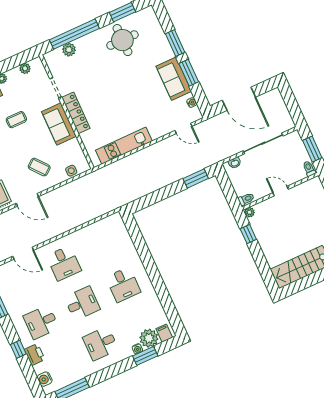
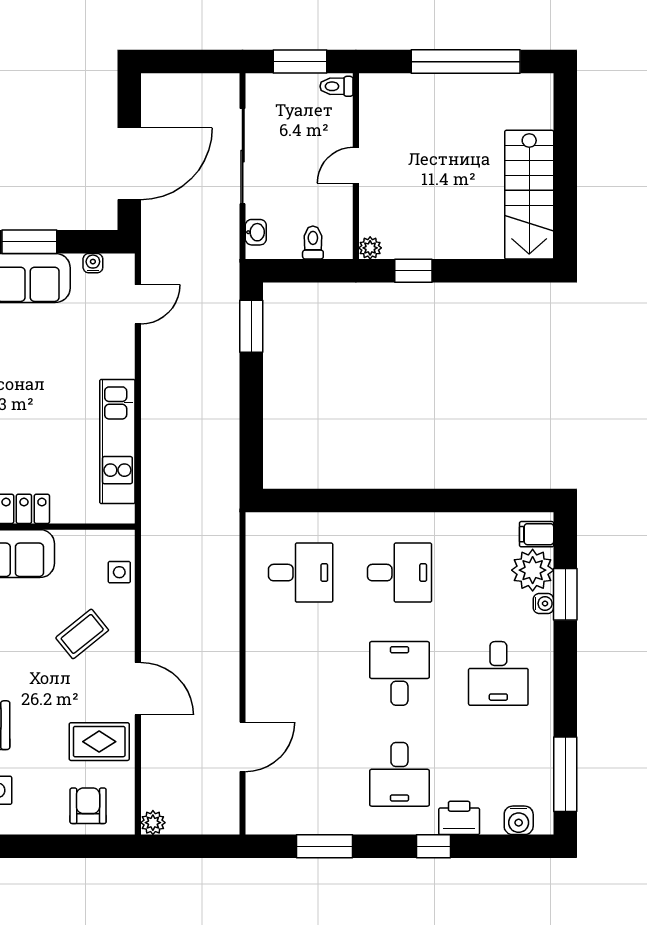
toilet: (246, 199) -> (313, 243), moved
door: (27, 200) -> (138, 689), hinge flipped
desk: (64, 263) -> (301, 573), moved

